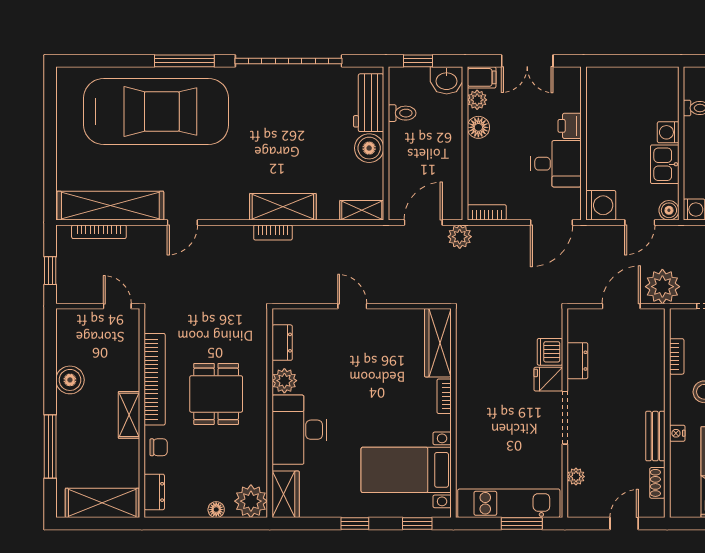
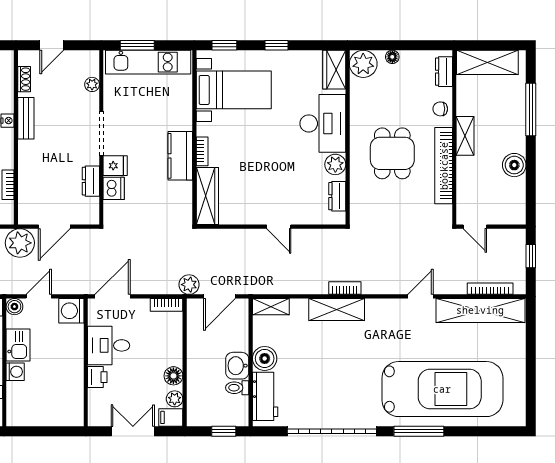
washbasin: (447, 80) -> (237, 366), moved, turned -90
car: (156, 111) -> (442, 389), turned 180
kitchen counter: (470, 391) -> (180, 156), added

